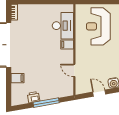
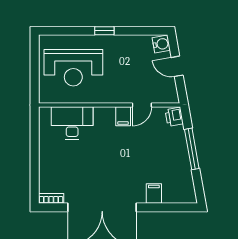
filing cabinet: (67, 44) -> (123, 116), moved
door: (99, 93) -> (177, 66), hinge flipped
printer: (33, 97) -> (174, 117), moved

